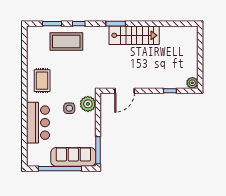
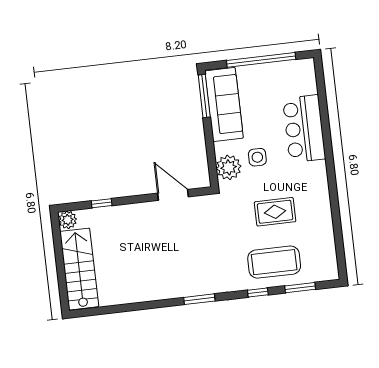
stairs: (134, 35) -> (79, 269), moved, turned 90
rug: (42, 81) -> (275, 212), moved, turned 90
door: (125, 91) -> (173, 195), hinge flipped
sofa: (73, 157) -> (224, 105), moved, turned -90

